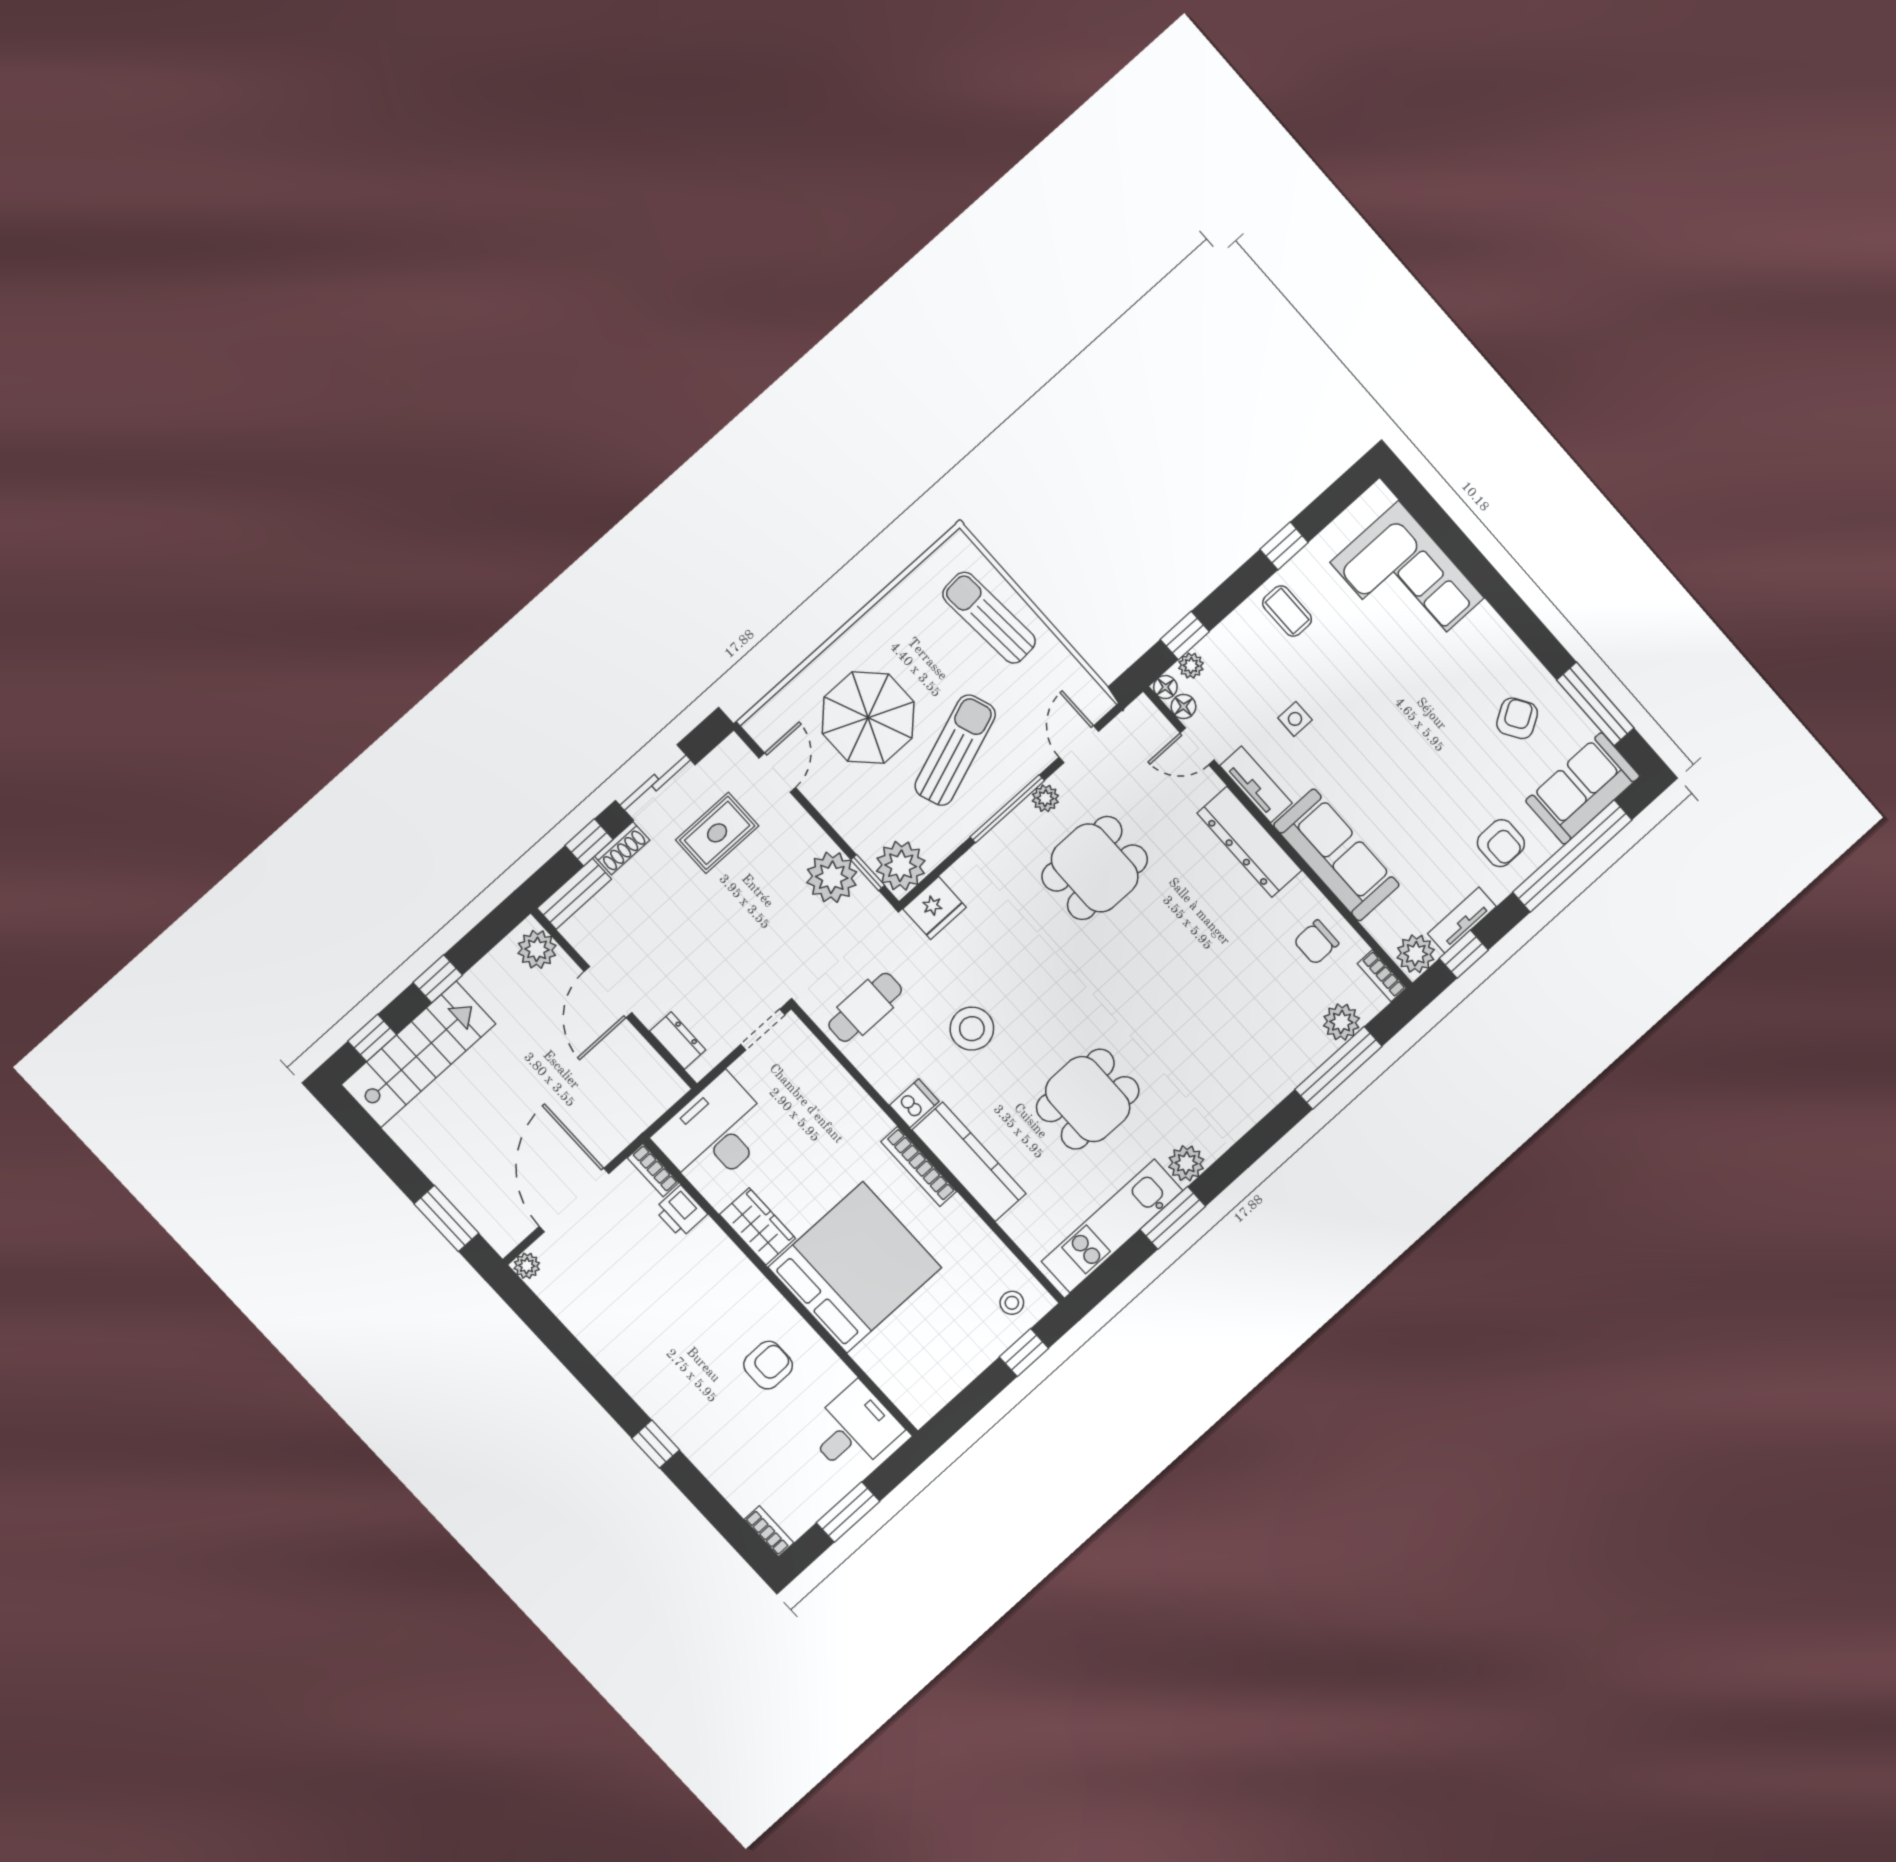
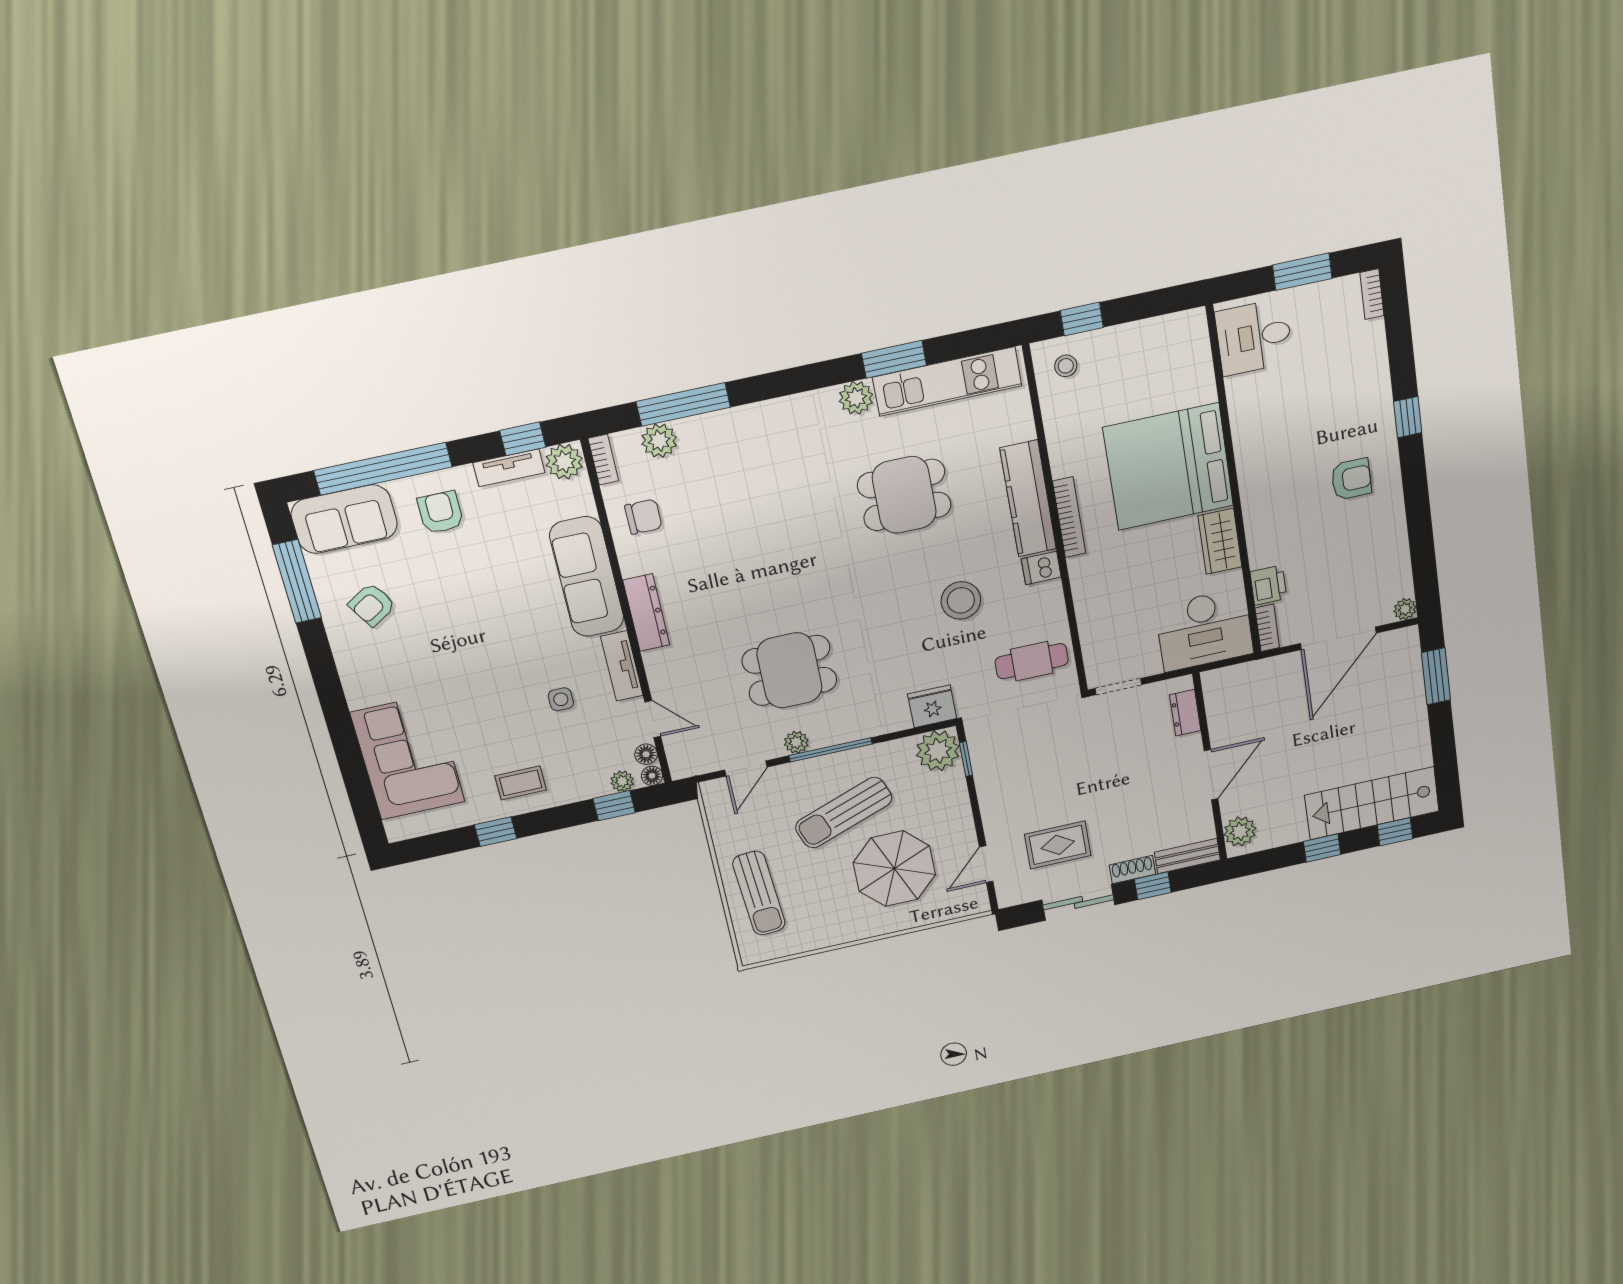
coffee table: (1287, 611) -> (521, 783), turned 90
dresser: (1249, 842) -> (646, 613), width x0.73, depth x0.80
plant: (832, 877) -> (995, 770), removed
armchair: (768, 1365) -> (1351, 479), moved, turned 180

